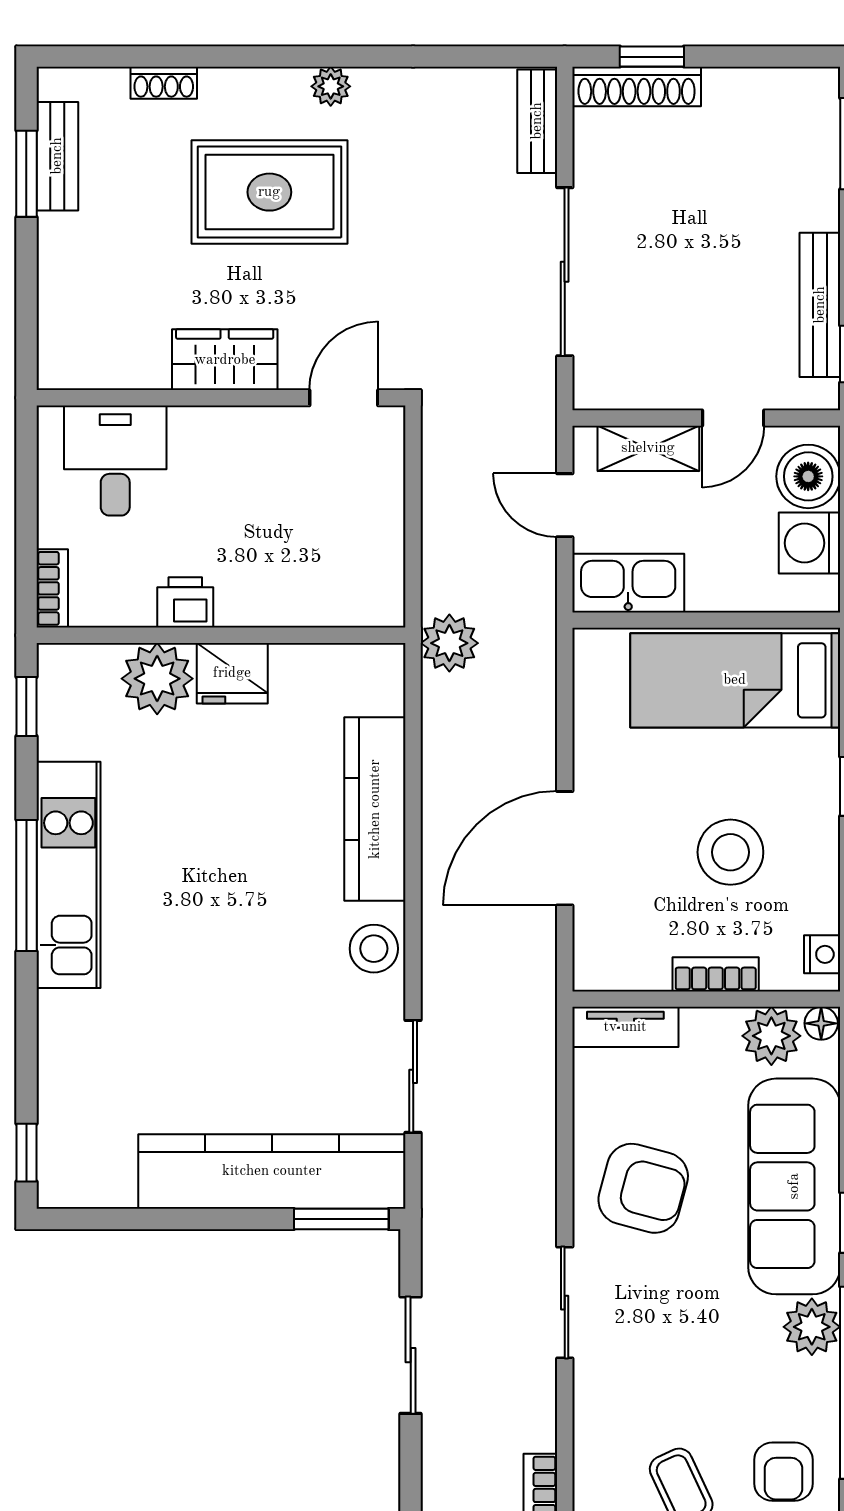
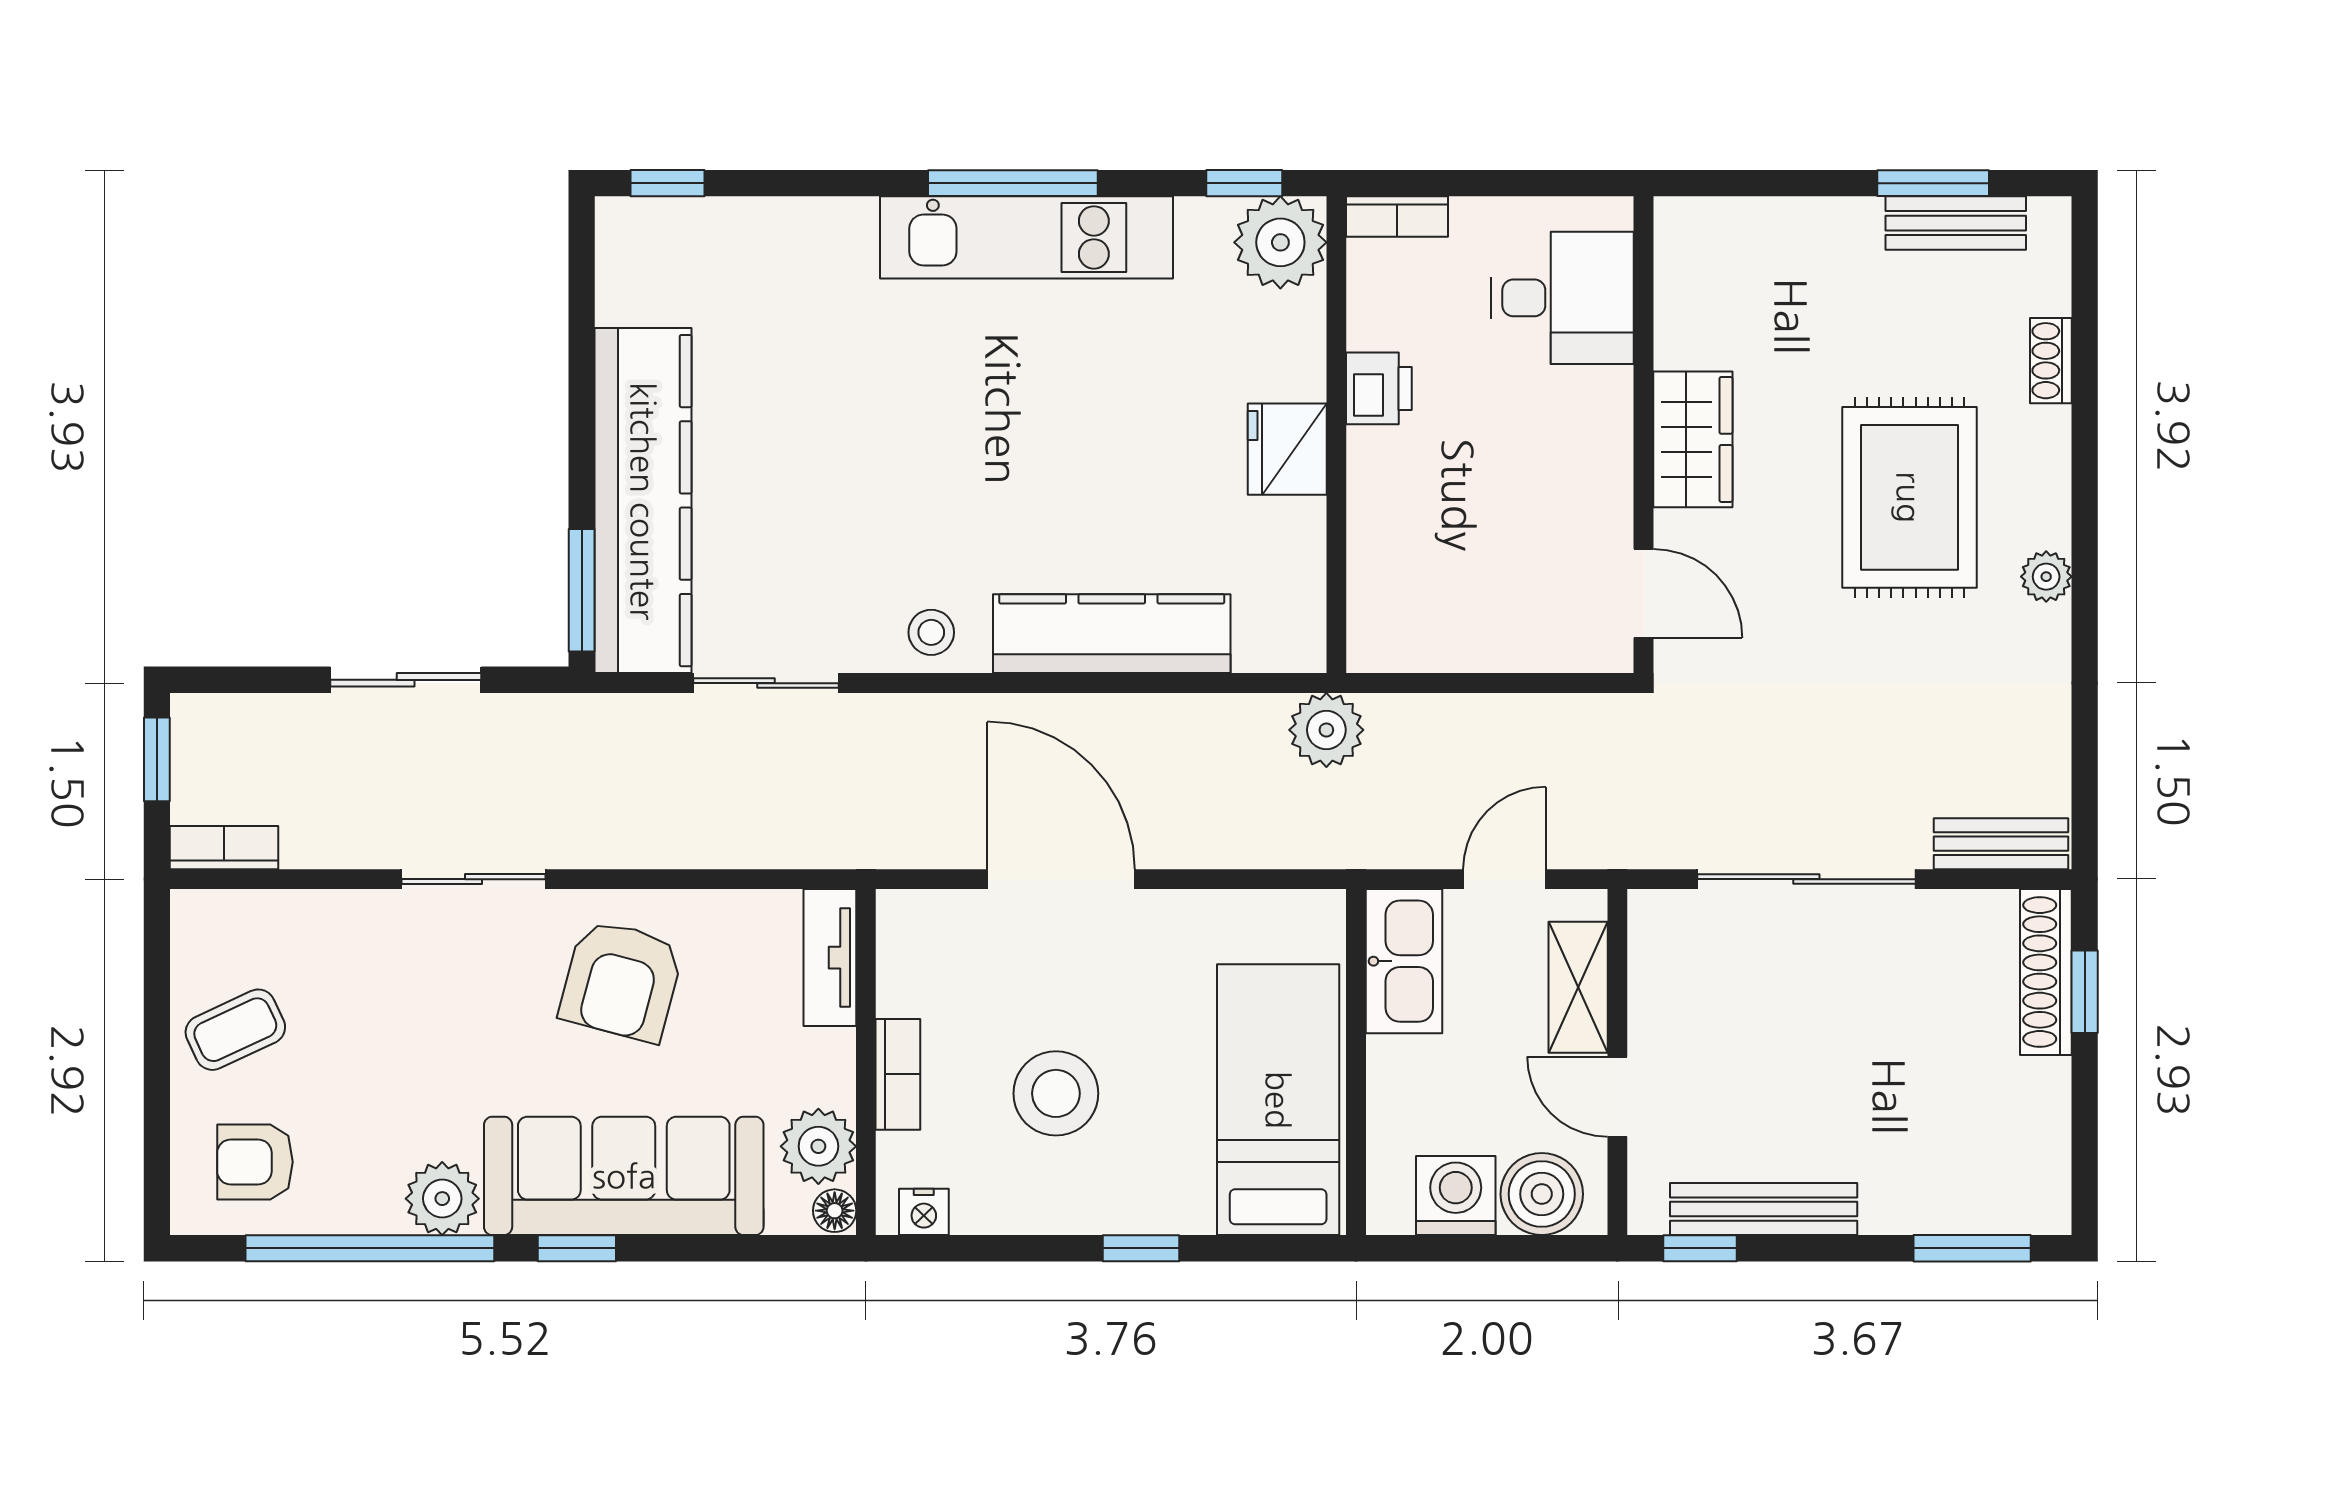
plant: (157, 679) -> (1280, 242), moved
stool: (374, 949) -> (931, 632), width x0.73, depth x0.73

